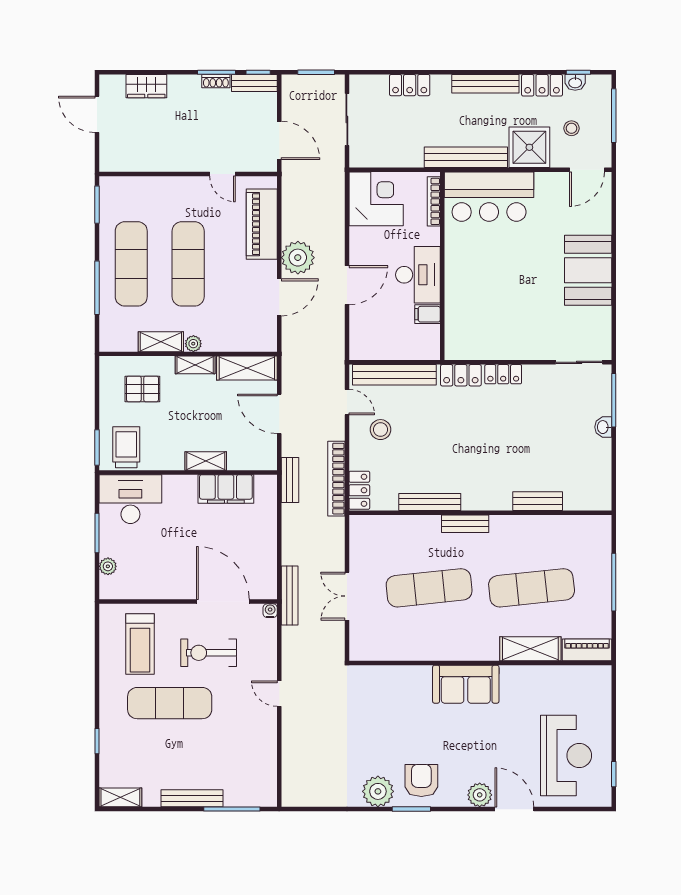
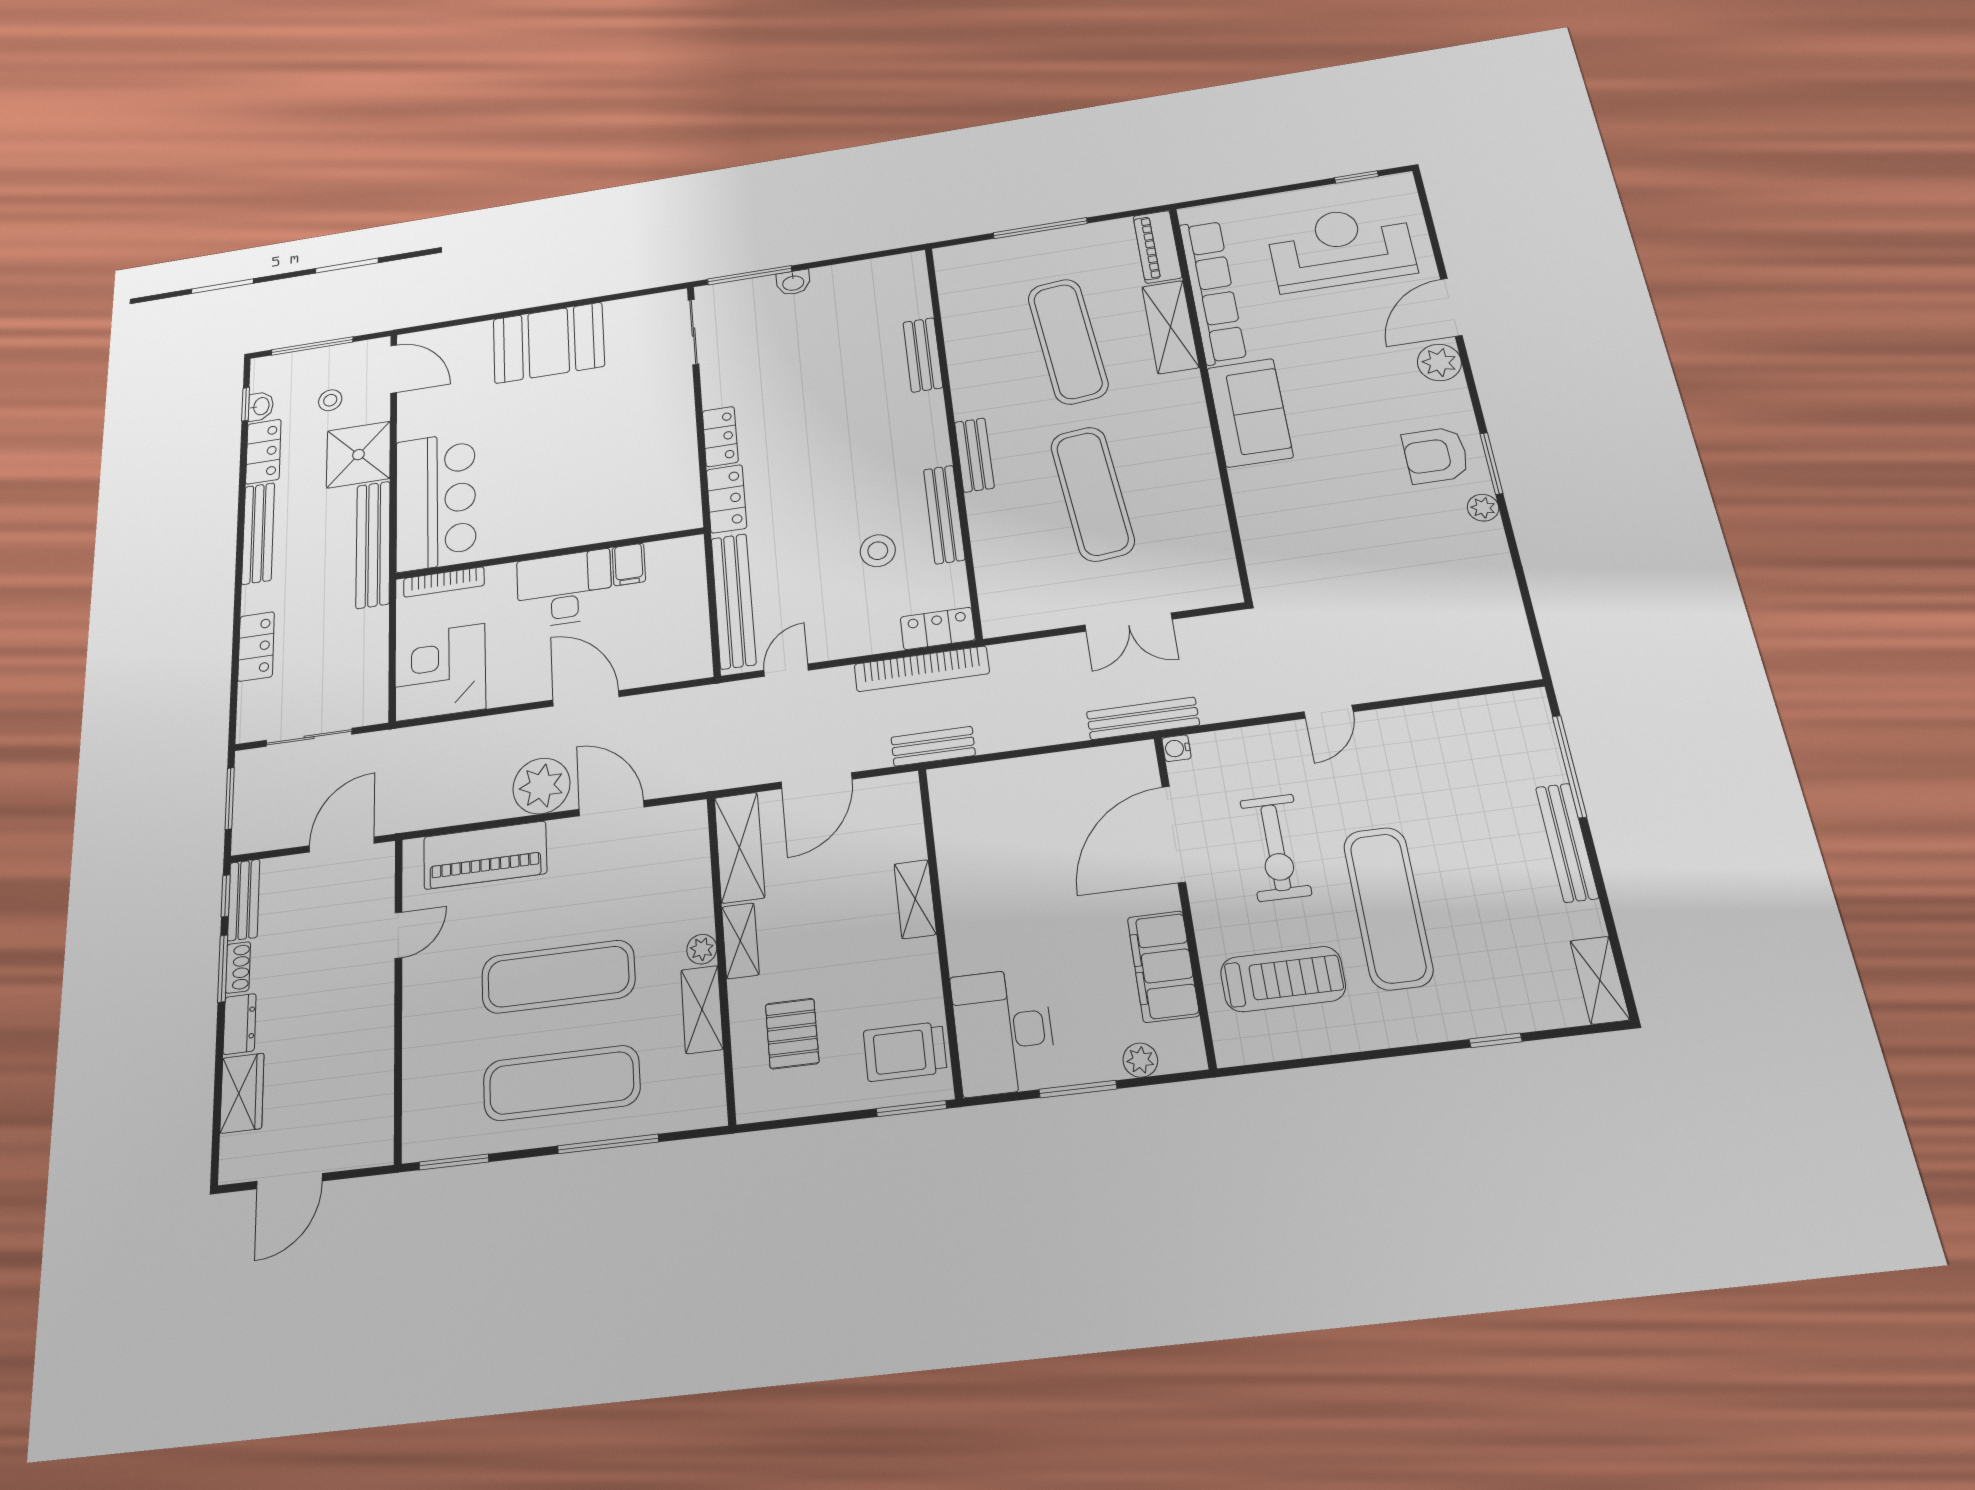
dresser: (184, 83) -> (240, 1024), added
stool: (381, 430) -> (878, 551), moved
filing cabinet: (226, 489) -> (1163, 966), moved, turned 180
row of seats: (550, 677) -> (1213, 291), added
plant: (378, 791) -> (1483, 508), width x0.53, depth x0.53

